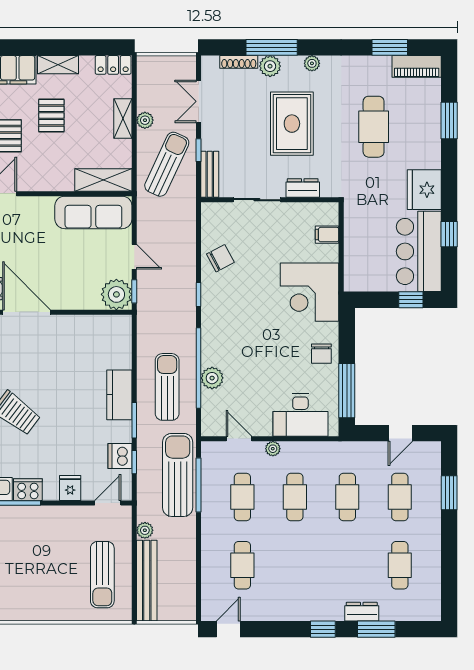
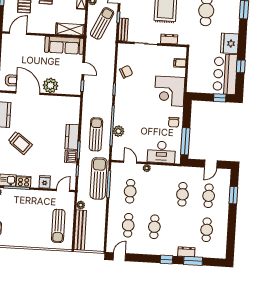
plant: (116, 294) -> (51, 85), moved
dishwasher: (120, 456) -> (71, 156), moved
cafe table: (295, 497) -> (154, 227), moved

